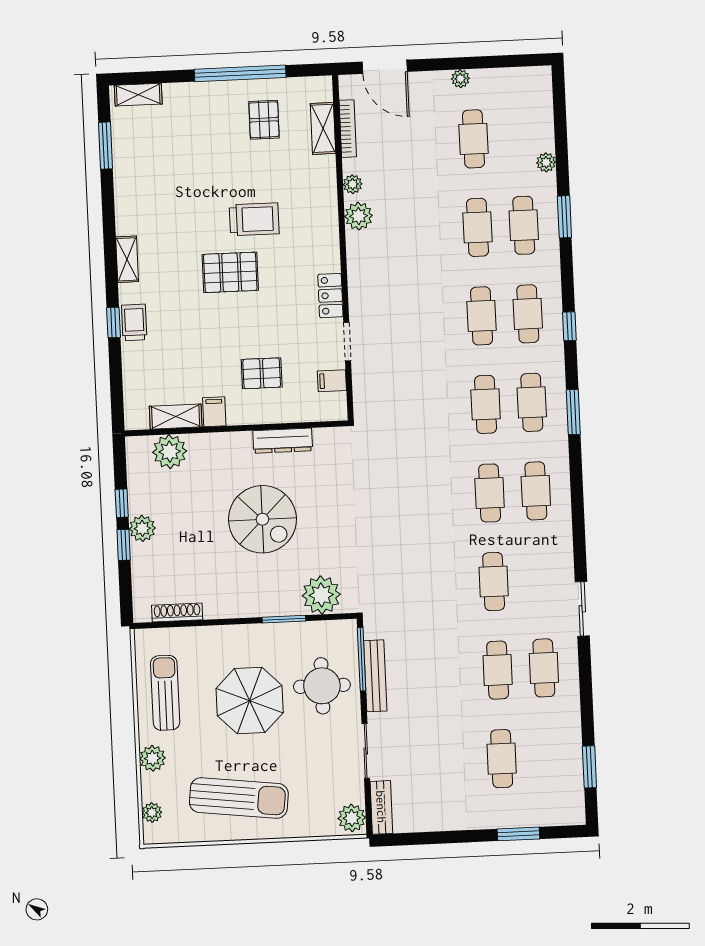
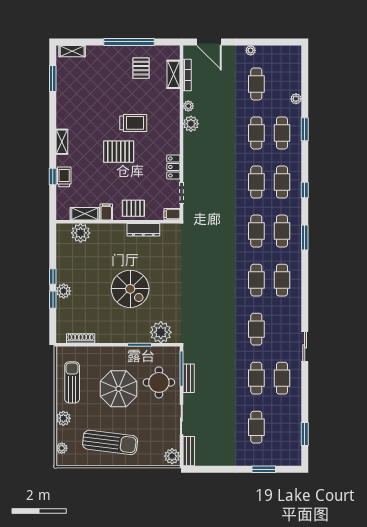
filing cabinet: (214, 412) -> (106, 212), moved
shelving: (176, 417) -> (85, 214), moved
wall: (236, 428) -> (118, 222), moved
dresser: (283, 441) -> (143, 230), moved
plant: (170, 452) -> (81, 233), moved
bench: (375, 676) -> (189, 378), width x0.73

